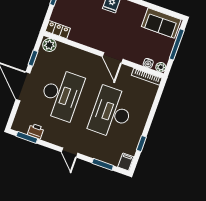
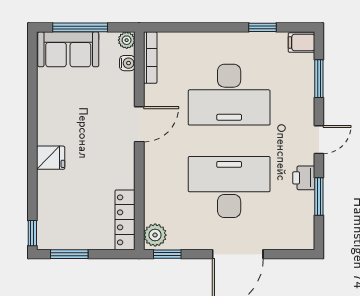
sofa: (161, 23) -> (68, 49), moved, turned 90
locker: (58, 30) -> (125, 220), width x1.53
window: (33, 58) -> (167, 254), moved
printer: (36, 131) -> (304, 178), moved
window: (27, 137) -> (319, 197), moved

